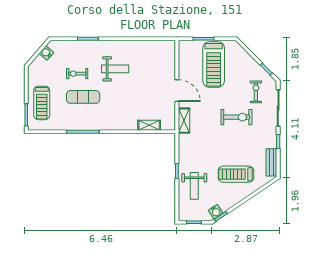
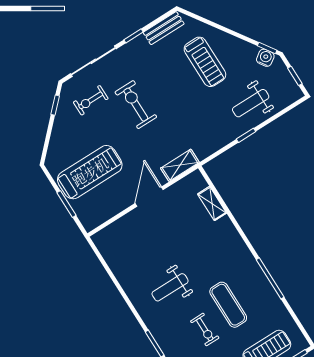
weight bench: (115, 69) -> (170, 287), turned -90
weight bench: (194, 186) -> (251, 103), turned 180

